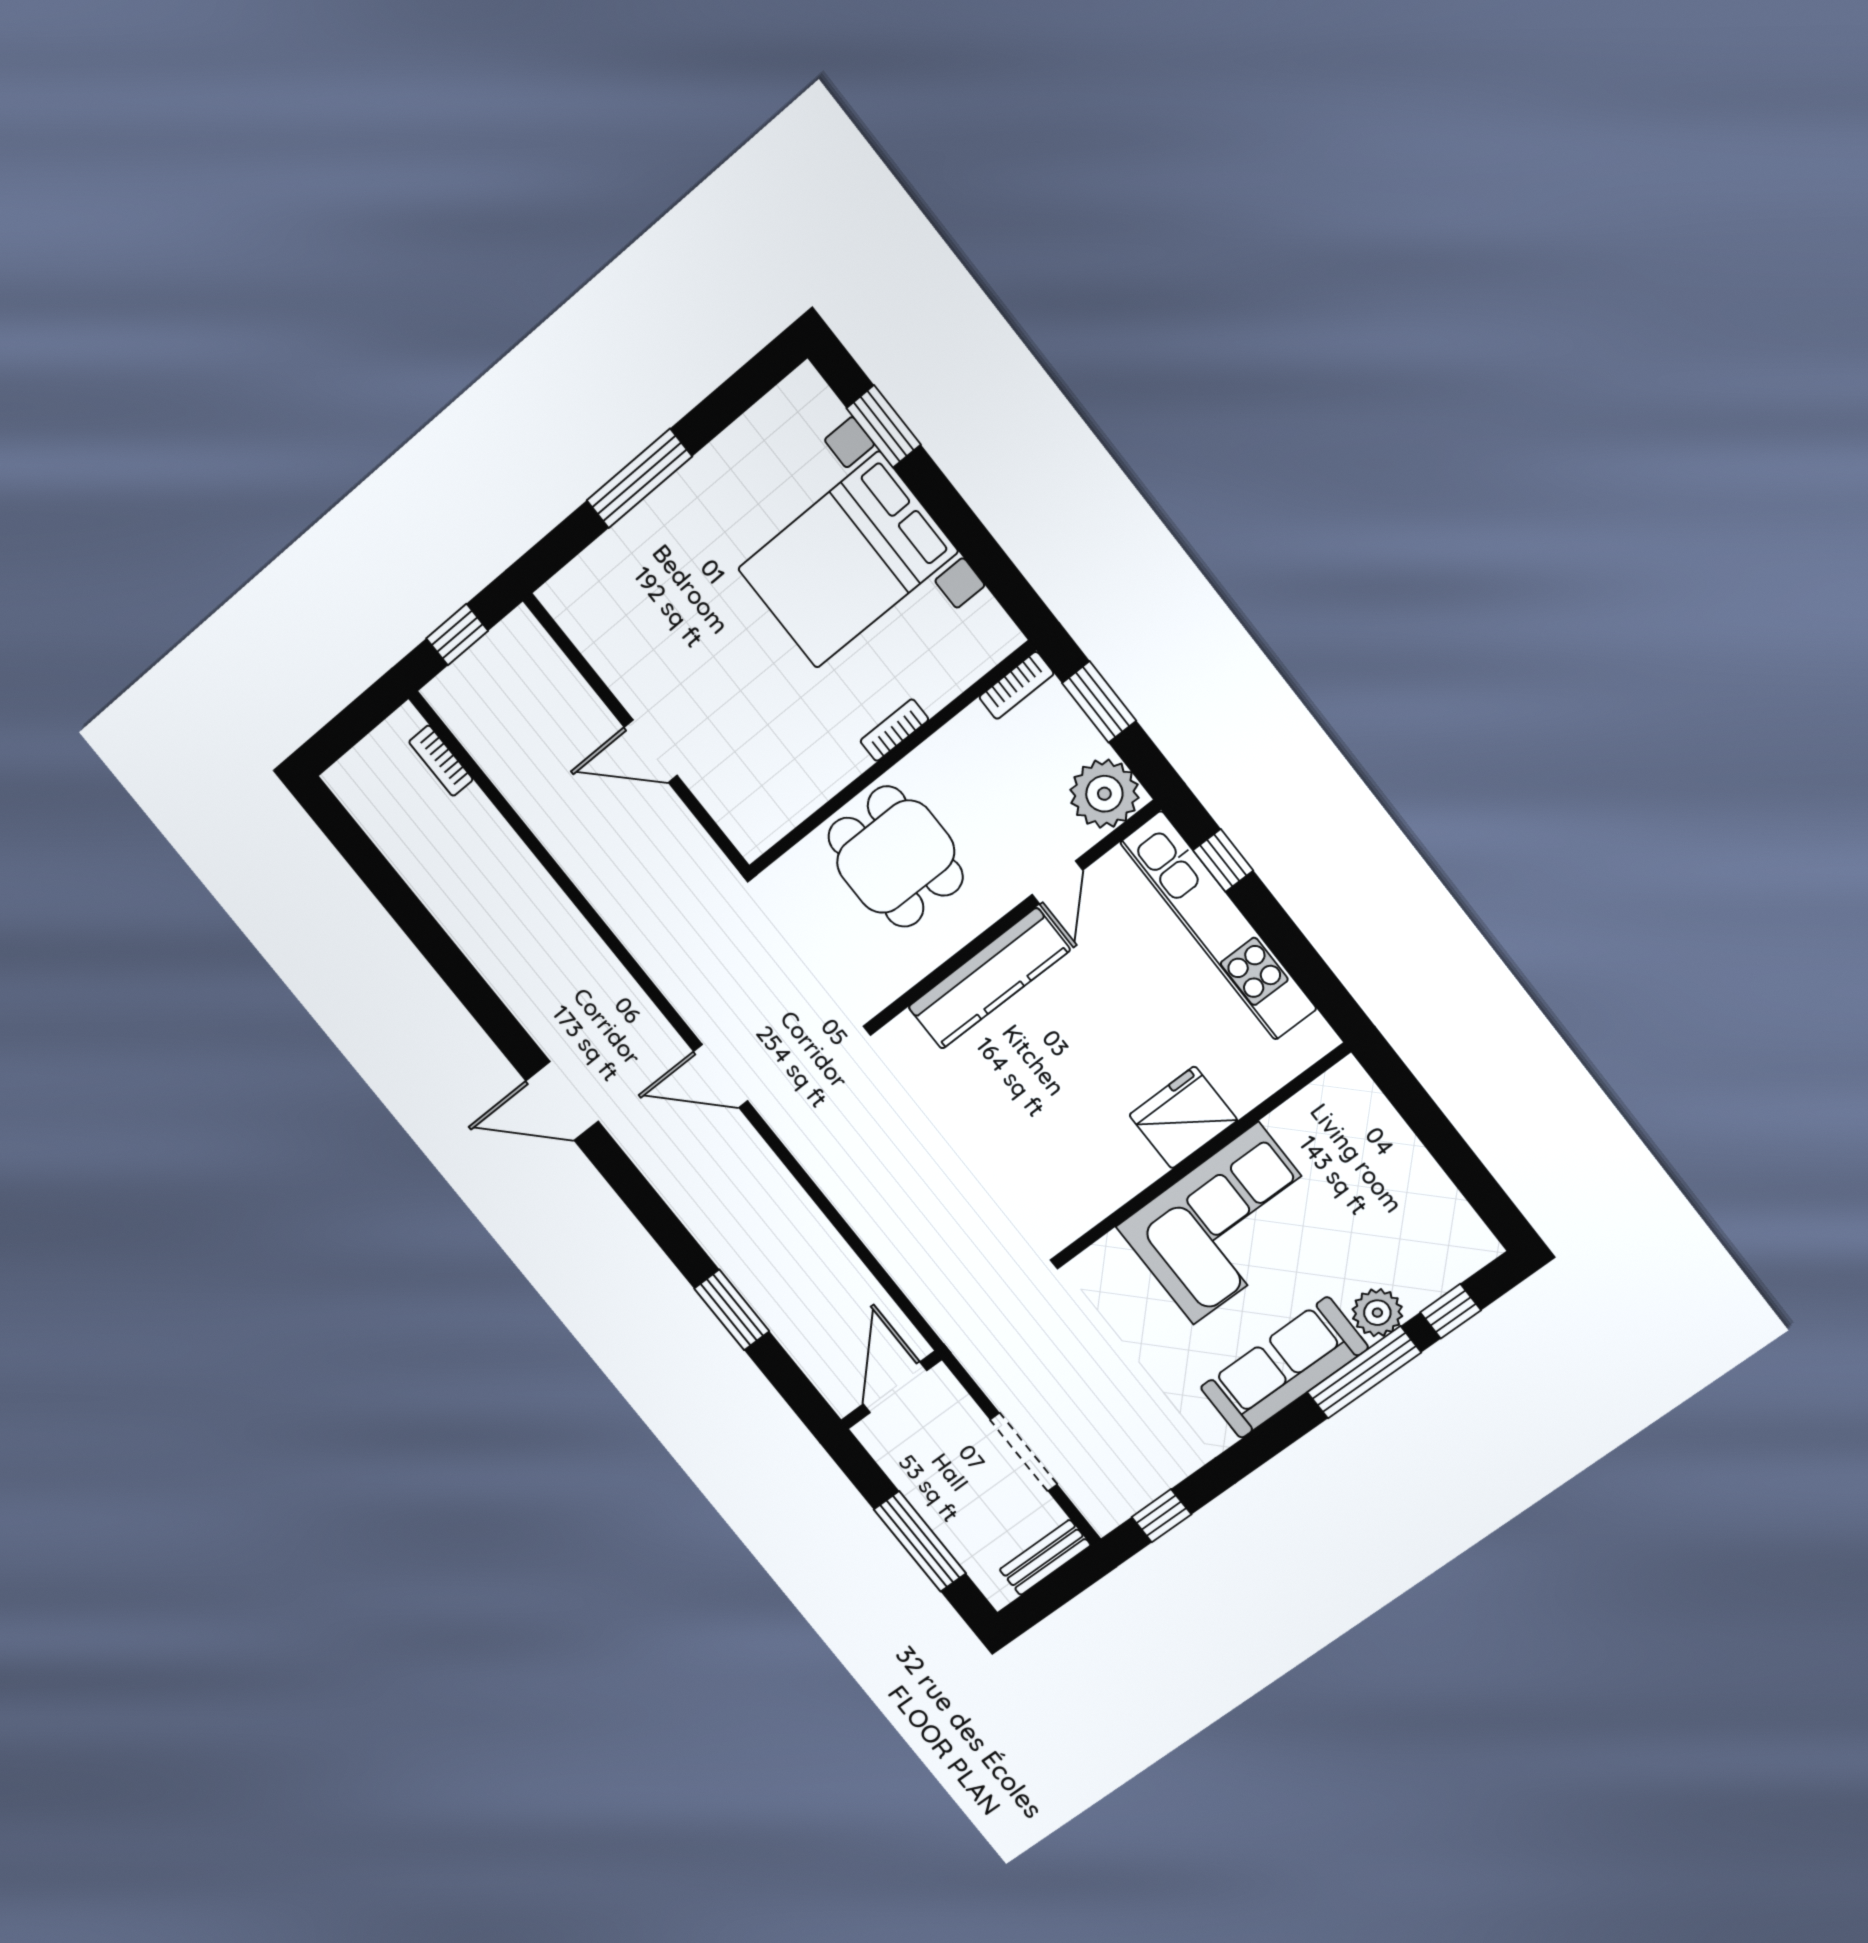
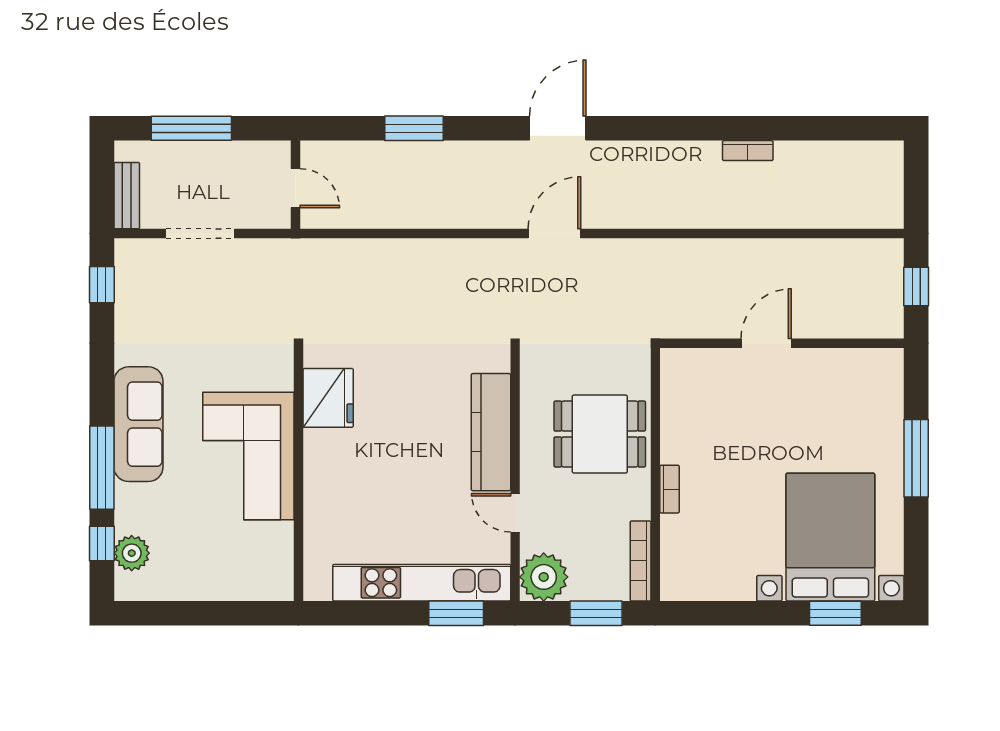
bed with nightstands: (848, 560) -> (830, 537), moved
bookcase: (1016, 685) -> (641, 561), width x1.56
bookcase: (441, 761) -> (748, 151), moved, turned 180
window: (1223, 860) -> (456, 613), width x1.50
door: (562, 1101) -> (558, 128), moved
fridge: (1183, 1118) -> (328, 398), moved
plant: (1377, 1313) -> (132, 553), moved
door: (895, 1387) -> (295, 188), width x0.73

